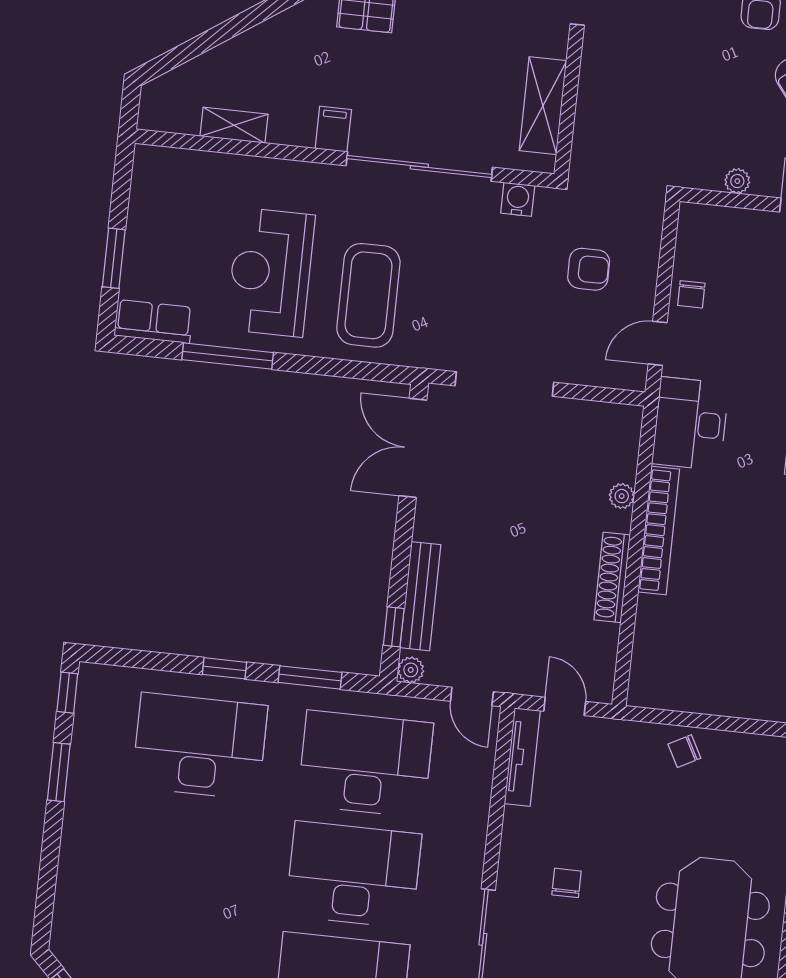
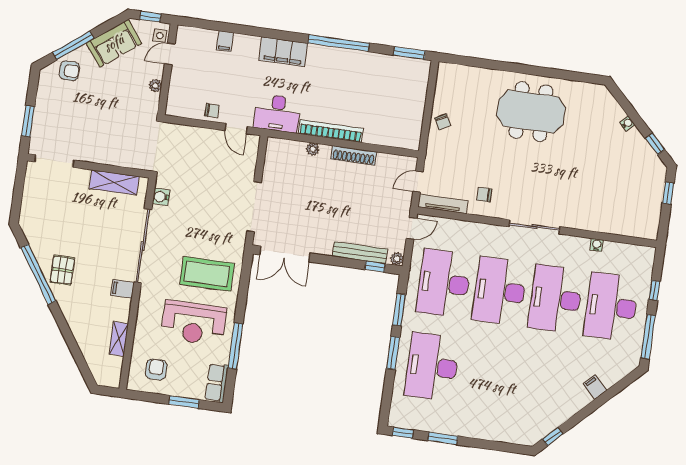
armchair: (589, 269) -> (156, 369), moved
window: (224, 668) -> (393, 353), width x1.50
chair: (566, 883) -> (484, 195), moved

